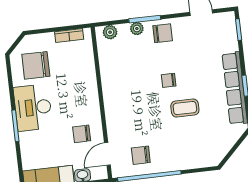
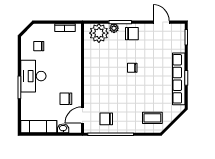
plant: (110, 32) -> (99, 33), width x1.88, depth x1.88
chair: (36, 65) -> (39, 46), width x0.54, depth x0.54
coffee table: (185, 108) -> (152, 118), moved

